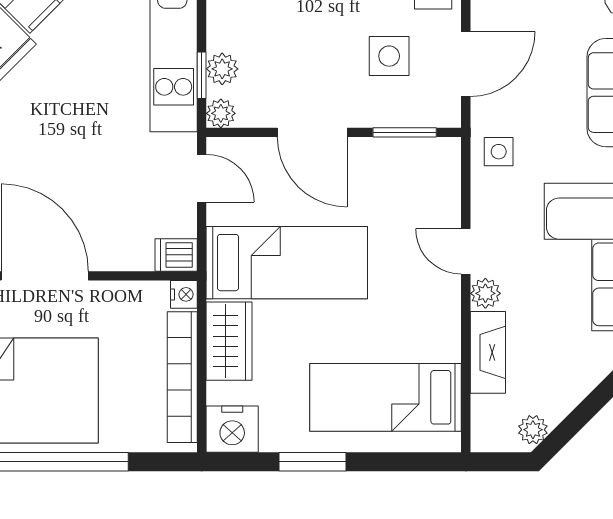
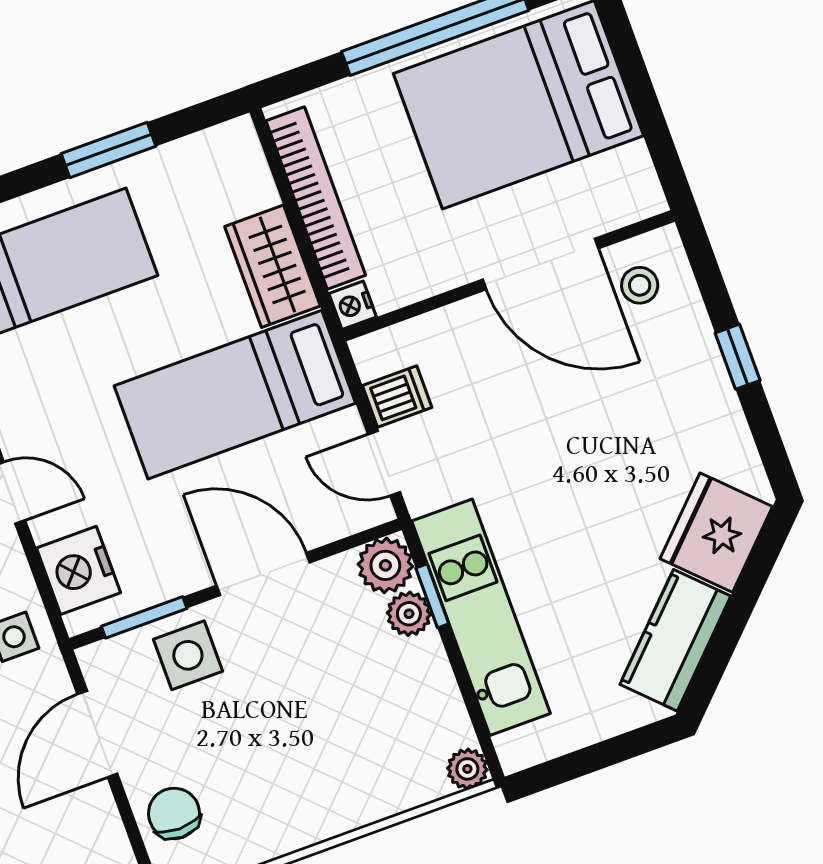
side table: (389, 56) -> (188, 655), moved
plant: (221, 113) -> (385, 565), width x1.38, depth x1.38
dishwasher: (176, 255) -> (397, 397), moved
nightstand: (232, 429) -> (78, 570), moved, turned -90

